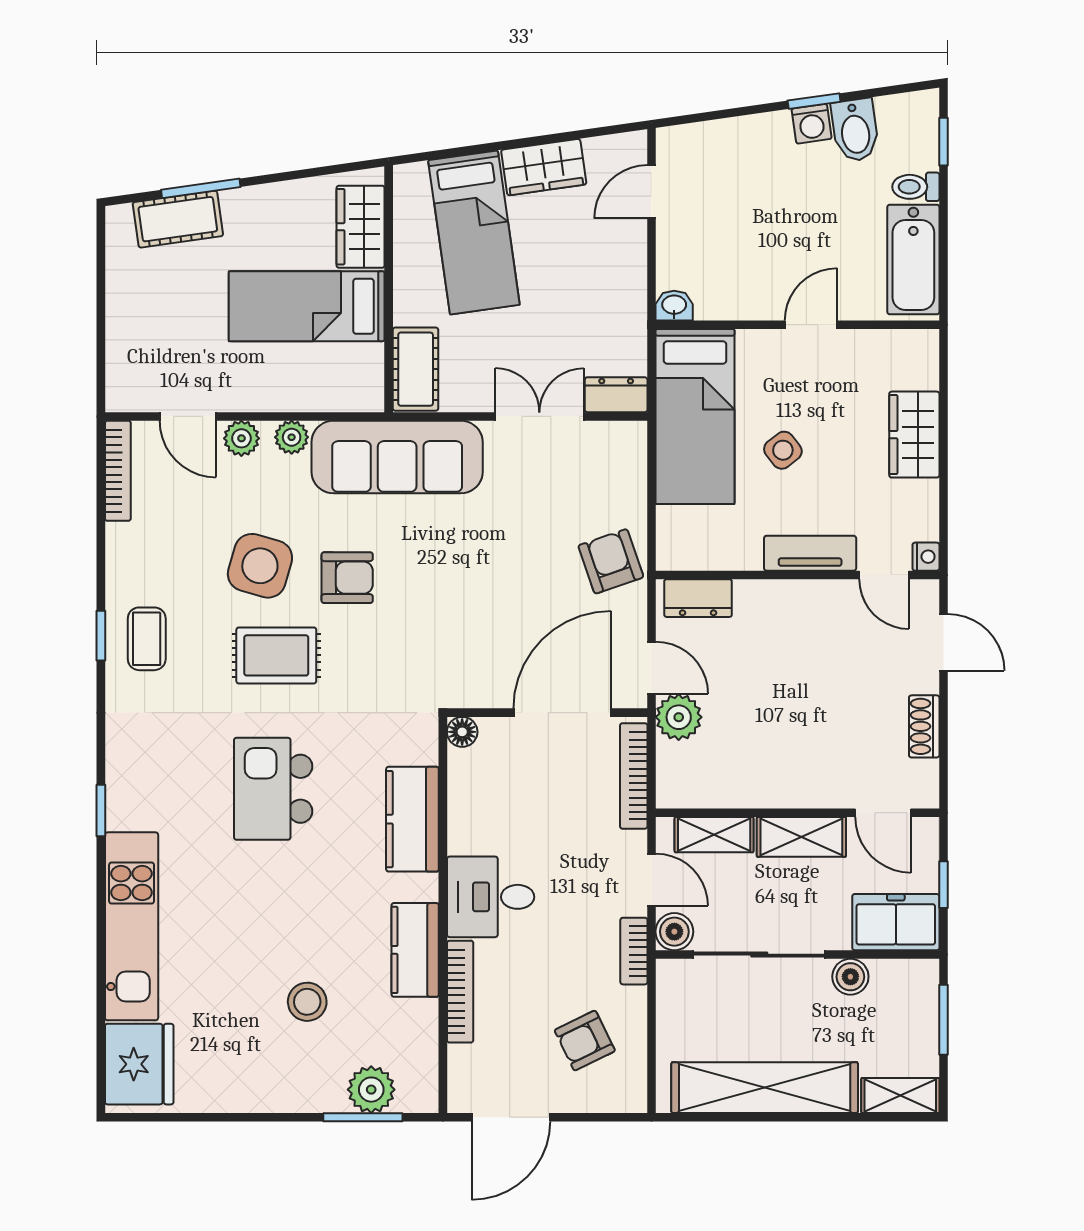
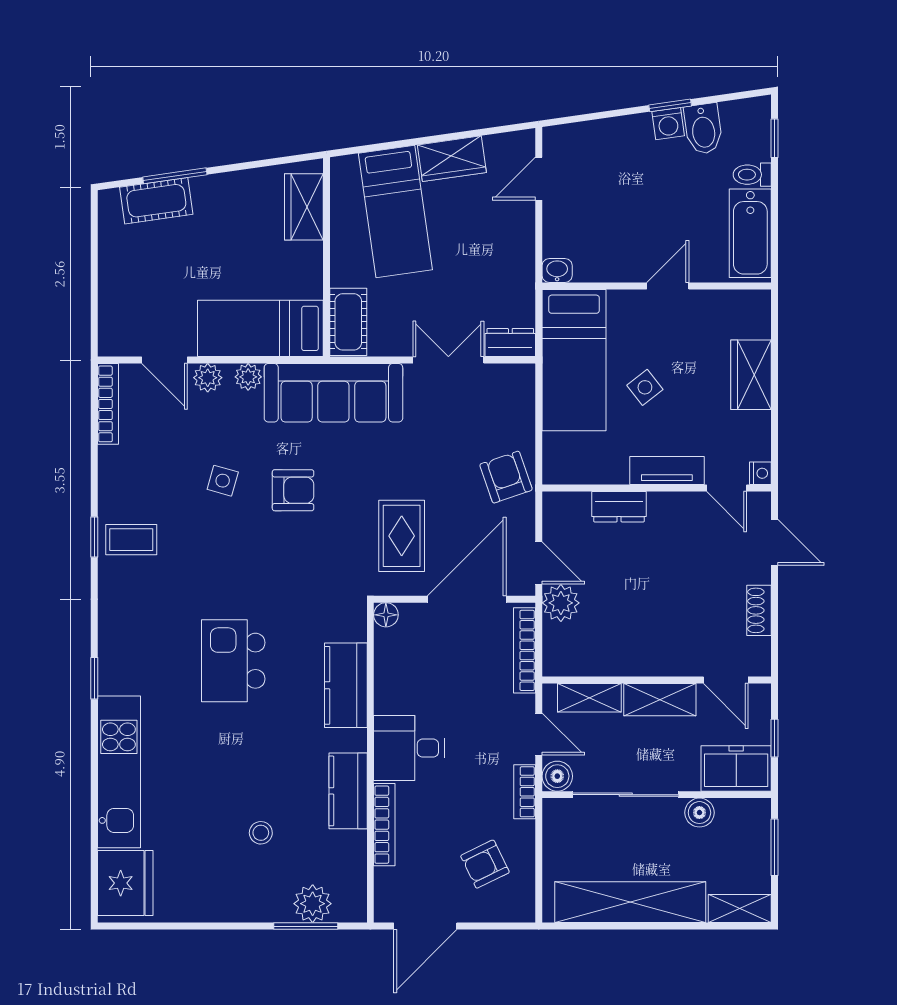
bed: (307, 306) -> (260, 328), moved
side table: (260, 566) -> (223, 481), width x0.54, depth x0.54
dresser: (698, 598) -> (619, 507), moved
coffee table: (147, 639) -> (131, 540), turned 90
rug: (276, 655) -> (402, 536), moved, turned 90
stool: (307, 1002) -> (261, 833), width x0.73, depth x0.73

